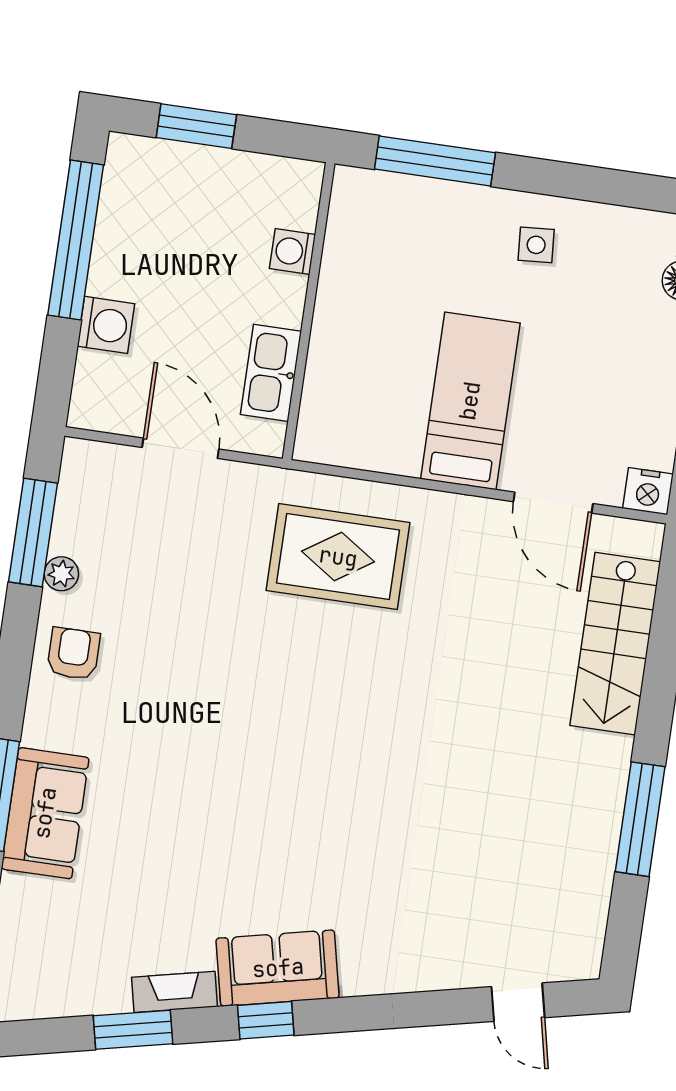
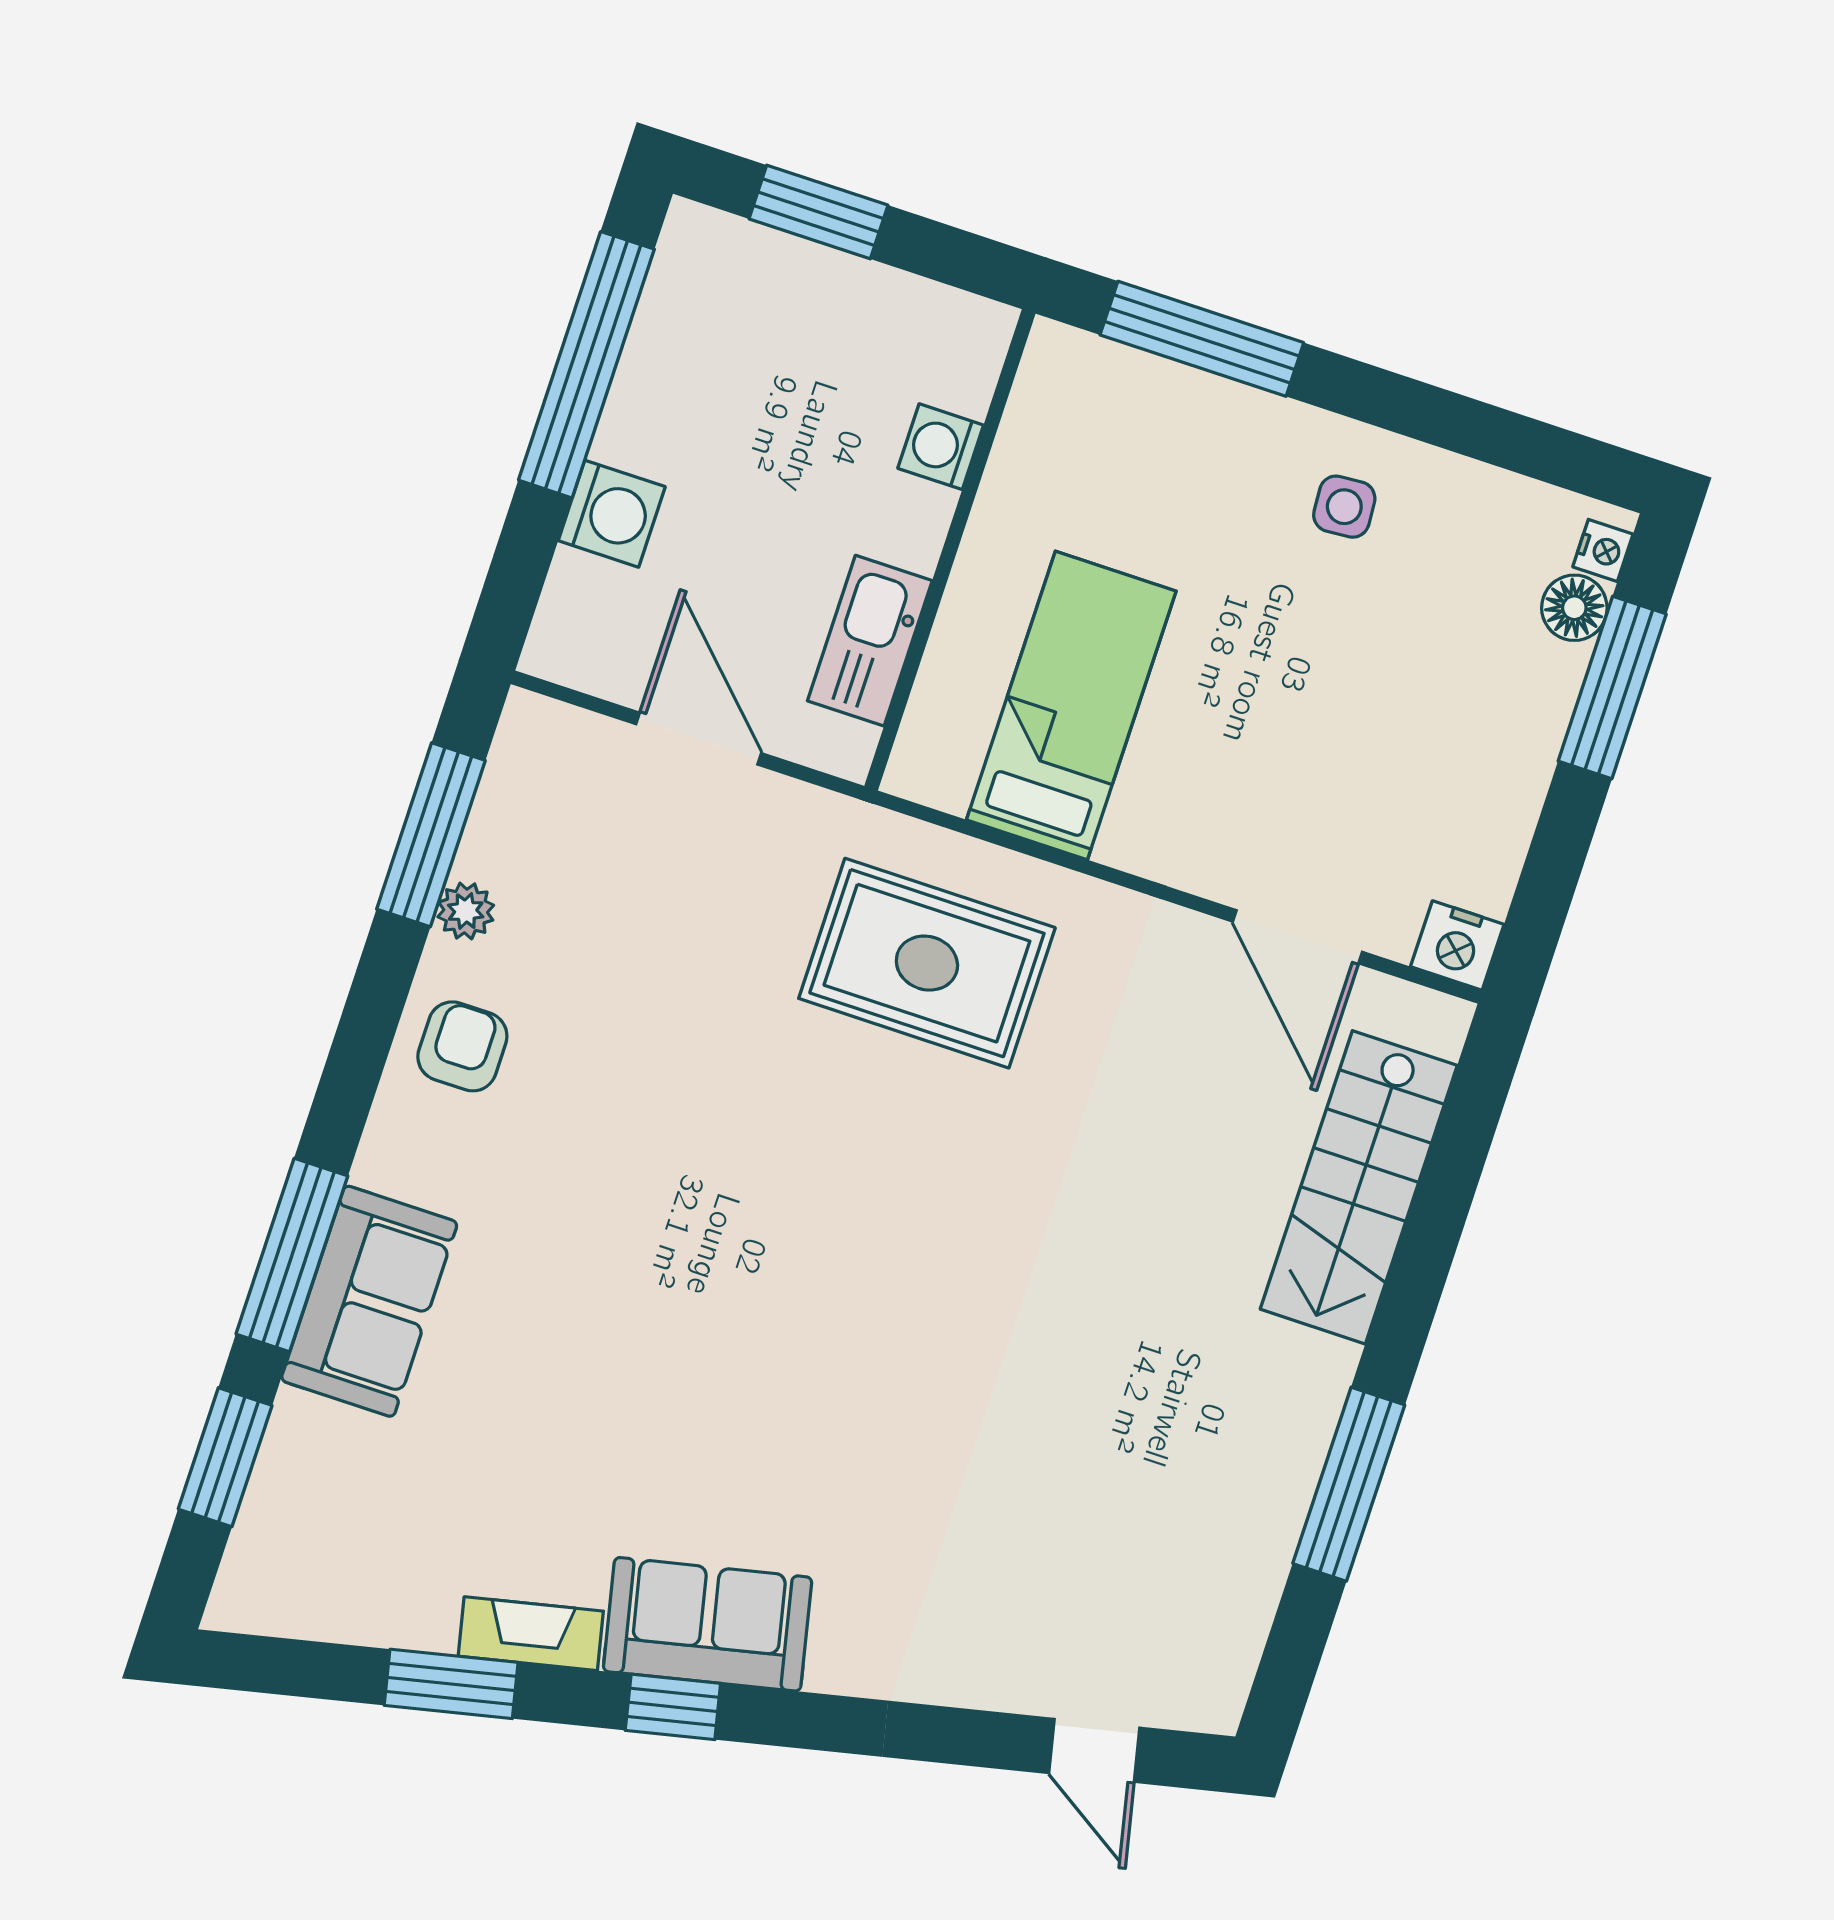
bed: (470, 401) -> (1071, 705), moved

